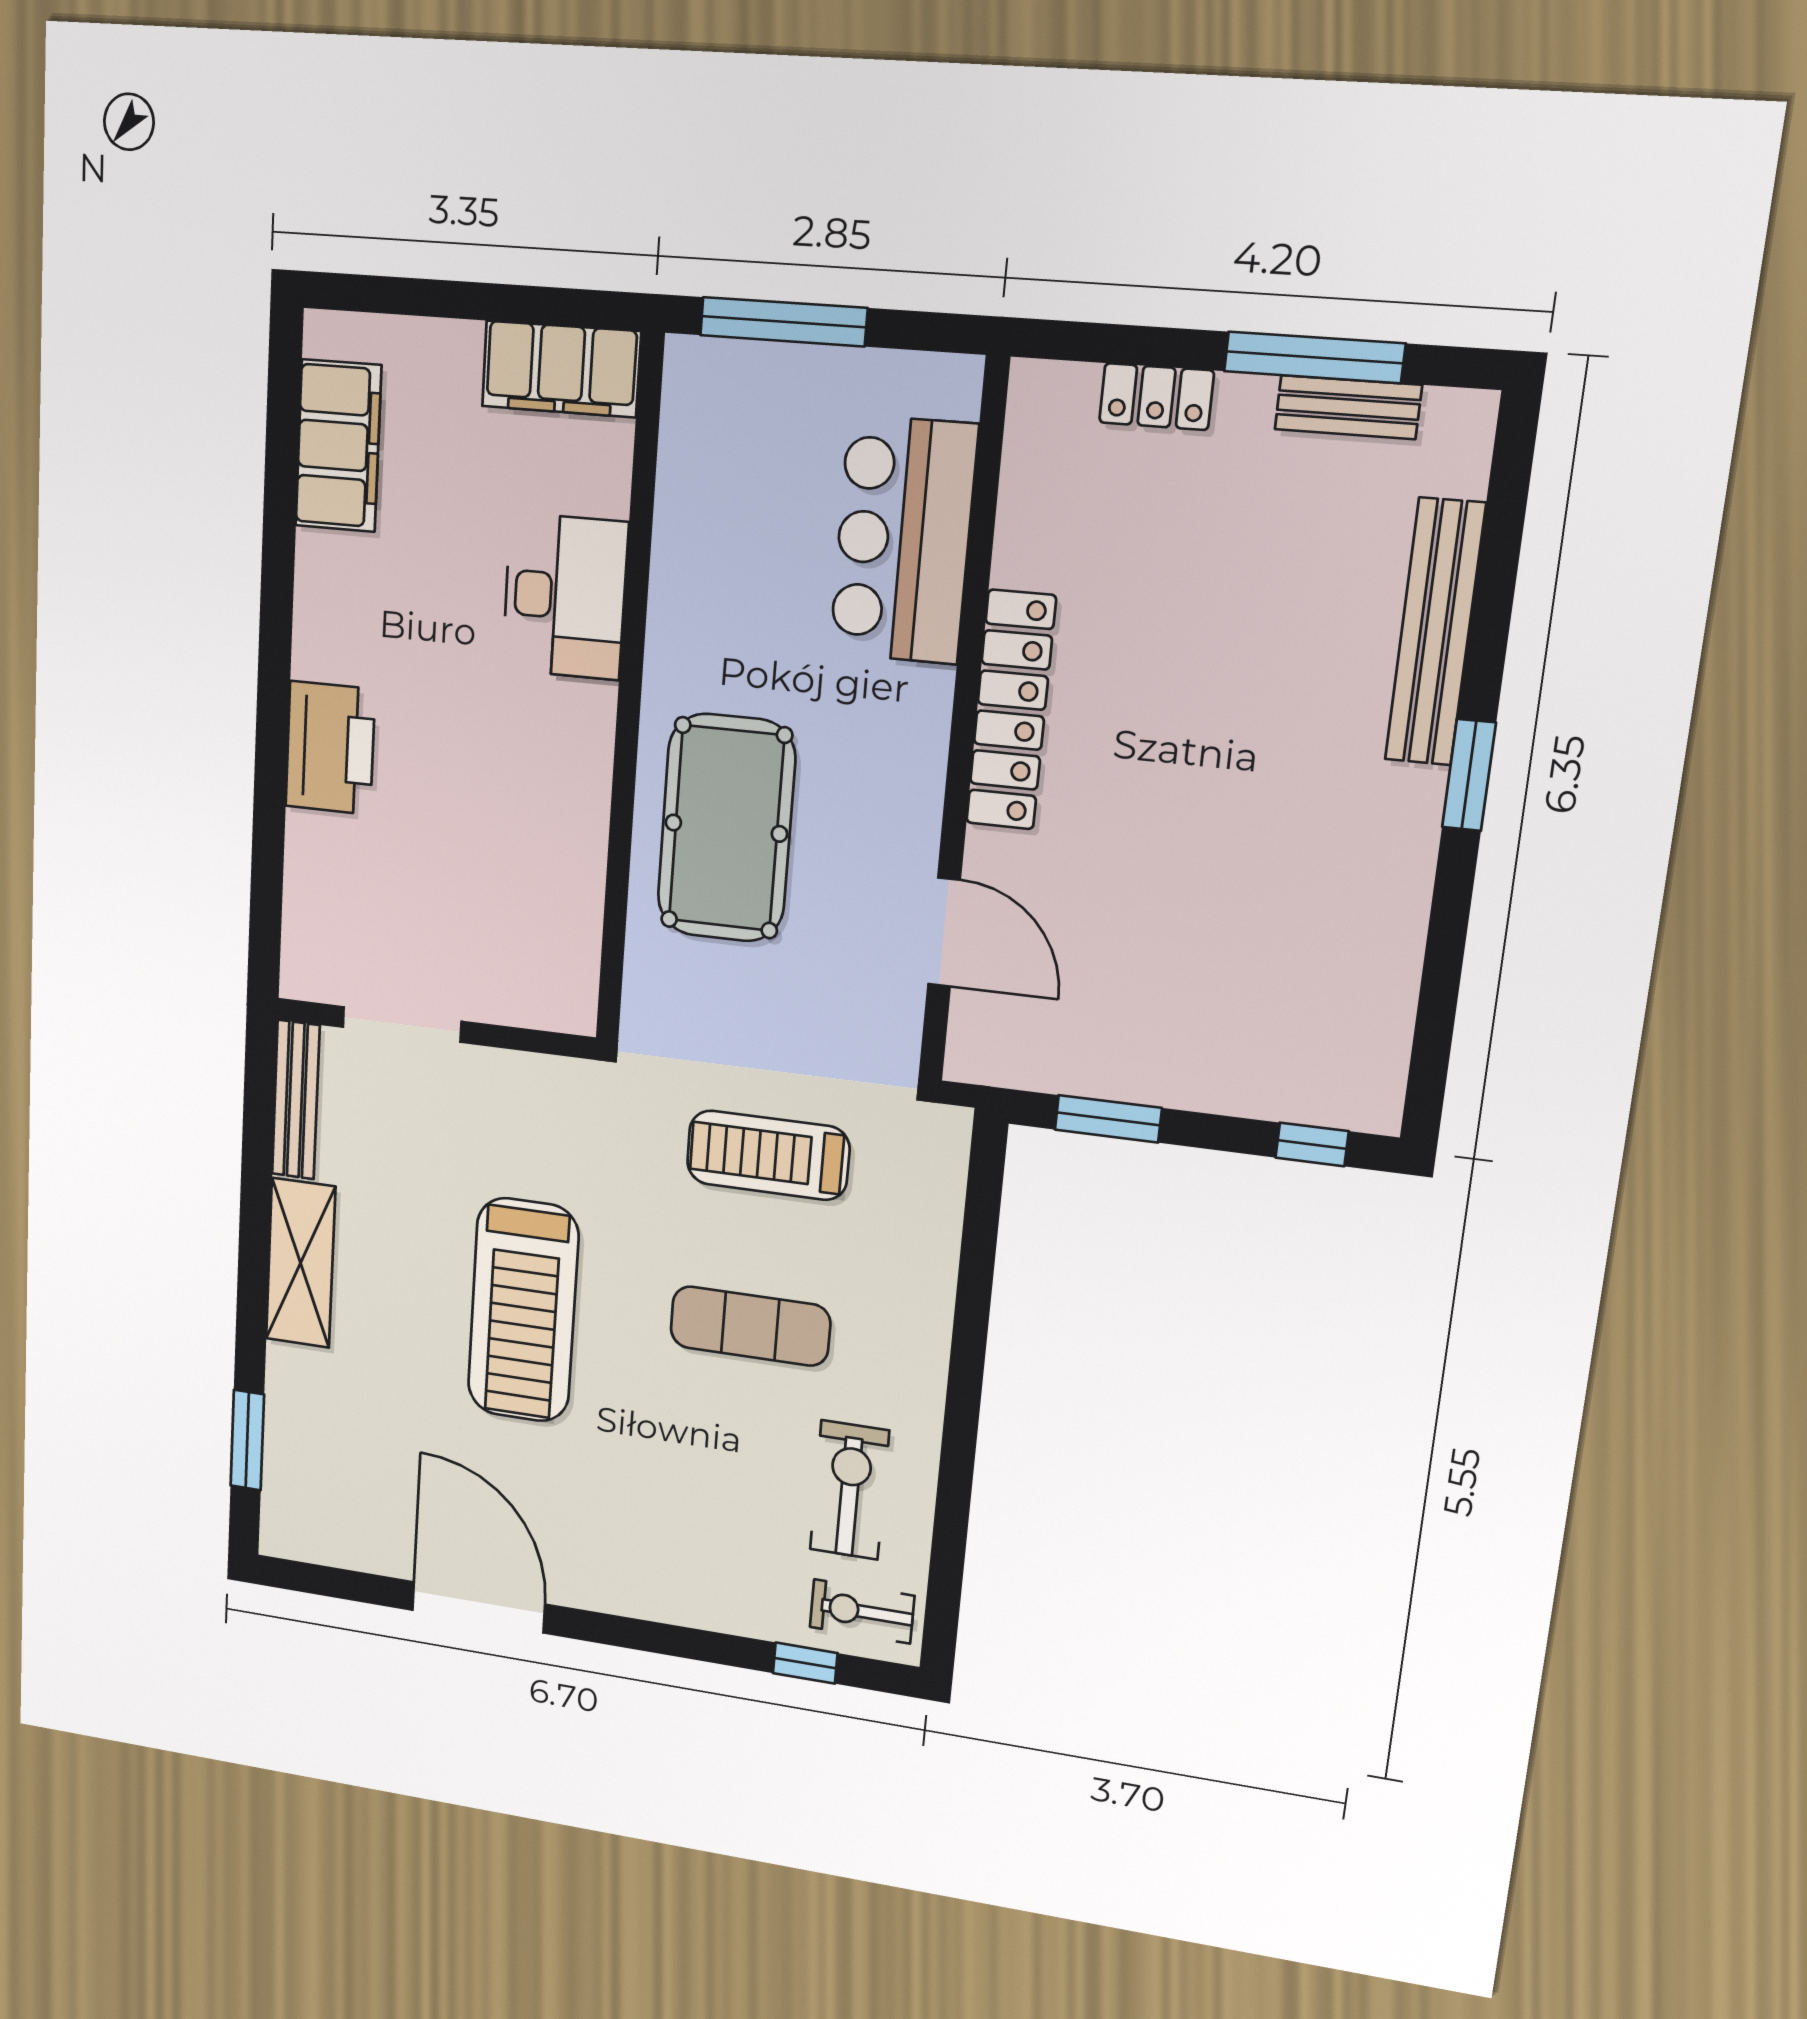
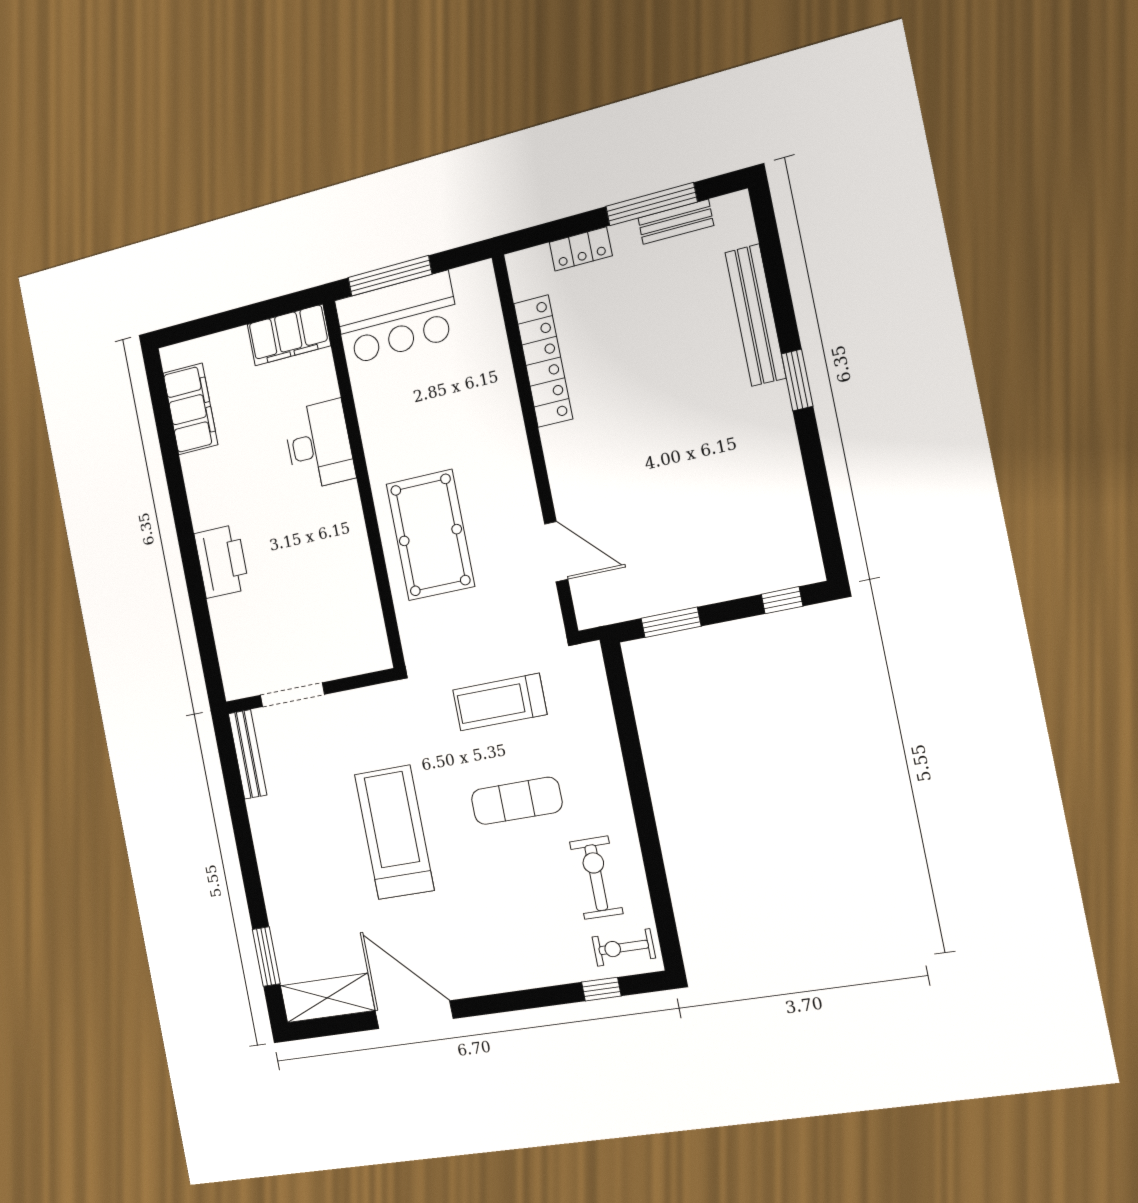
bar counter: (903, 540) -> (397, 318), moved, turned -90
locker: (1011, 710) -> (543, 361), moved
shelving: (301, 1263) -> (327, 998), moved, turned 90
treadmill: (523, 1310) -> (394, 832), turned 180

